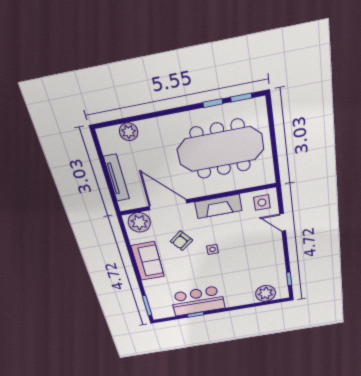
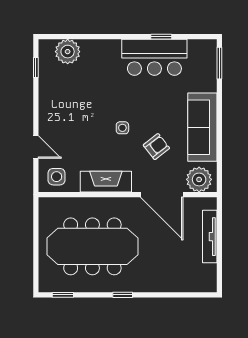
window: (213, 103) -> (123, 295), moved
plant: (129, 132) -> (183, 283), removed
sofa: (148, 261) -> (202, 127), width x1.36

